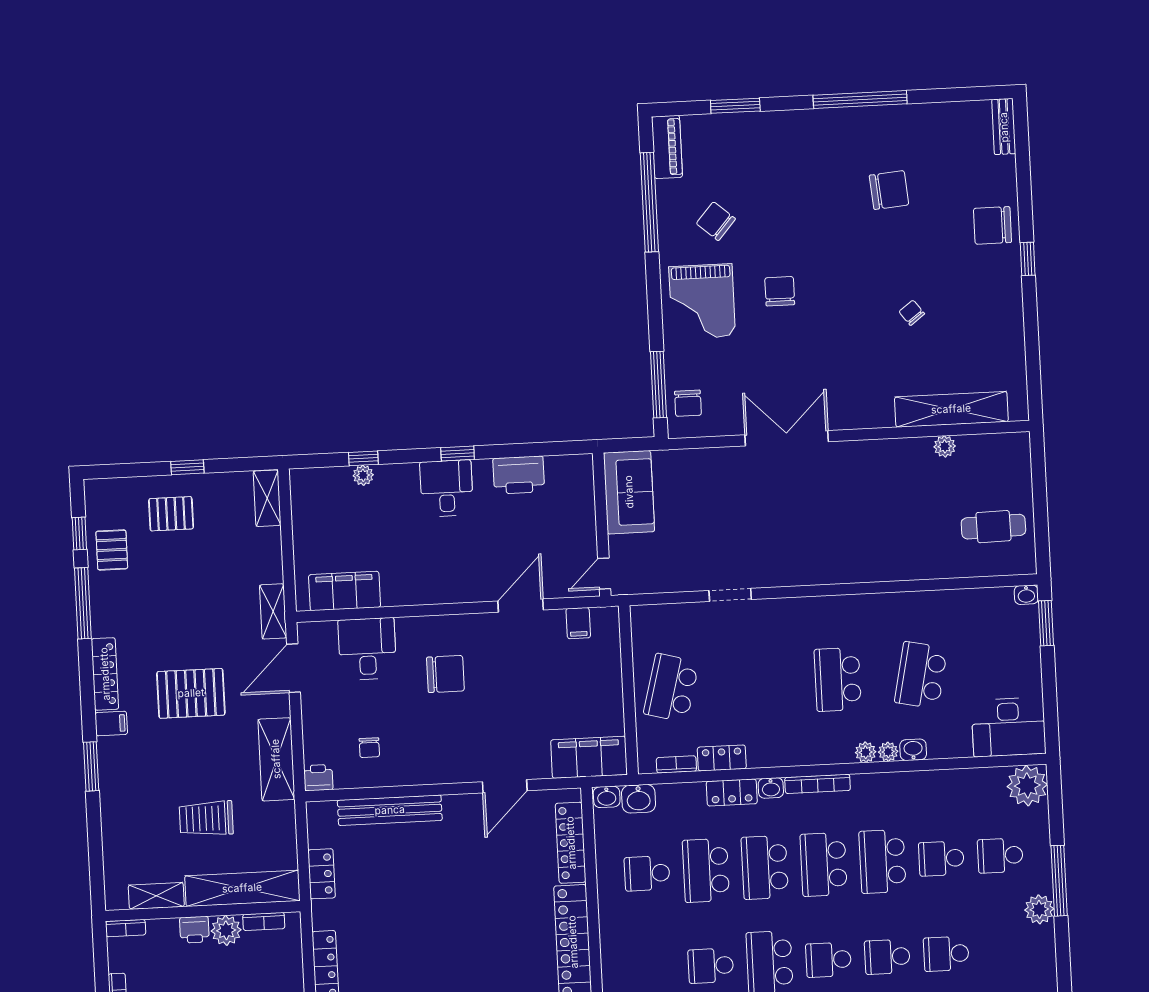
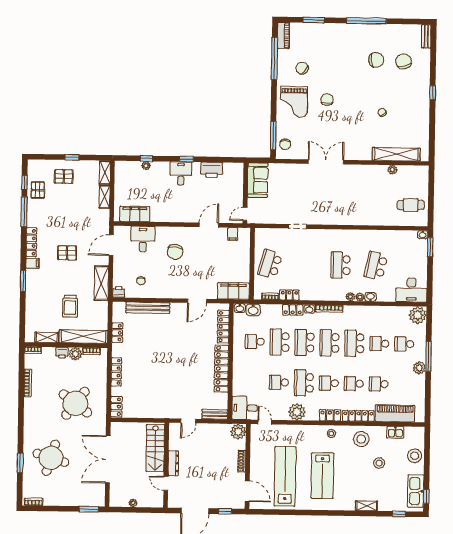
chair: (992, 225) -> (403, 61), moved, turned 74
shelving: (273, 611) -> (105, 197), moved
chair: (445, 674) -> (175, 252), turned 96
pallet: (191, 693) -> (67, 253), width x0.67, depth x0.71
trolley: (206, 819) -> (70, 306), turned -90

